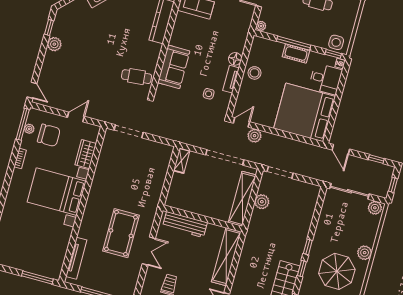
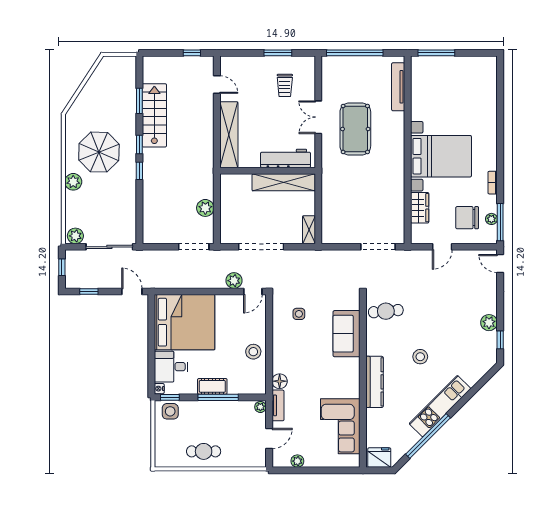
stool: (118, 32) -> (420, 357), added
floor lamp: (235, 59) -> (280, 381), moved
tv unit: (231, 79) -> (278, 405), moved
shelving: (242, 199) -> (284, 182), moved, turned 90

